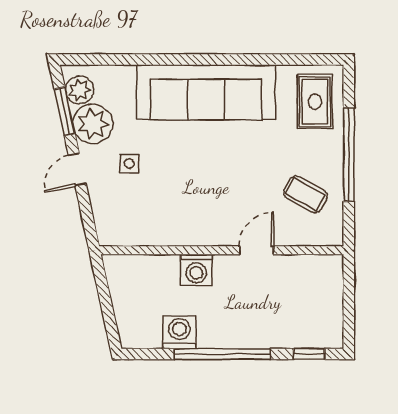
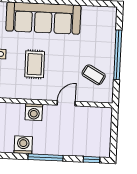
rug: (315, 102) -> (35, 64), moved
window: (223, 354) -> (46, 157), width x0.68

